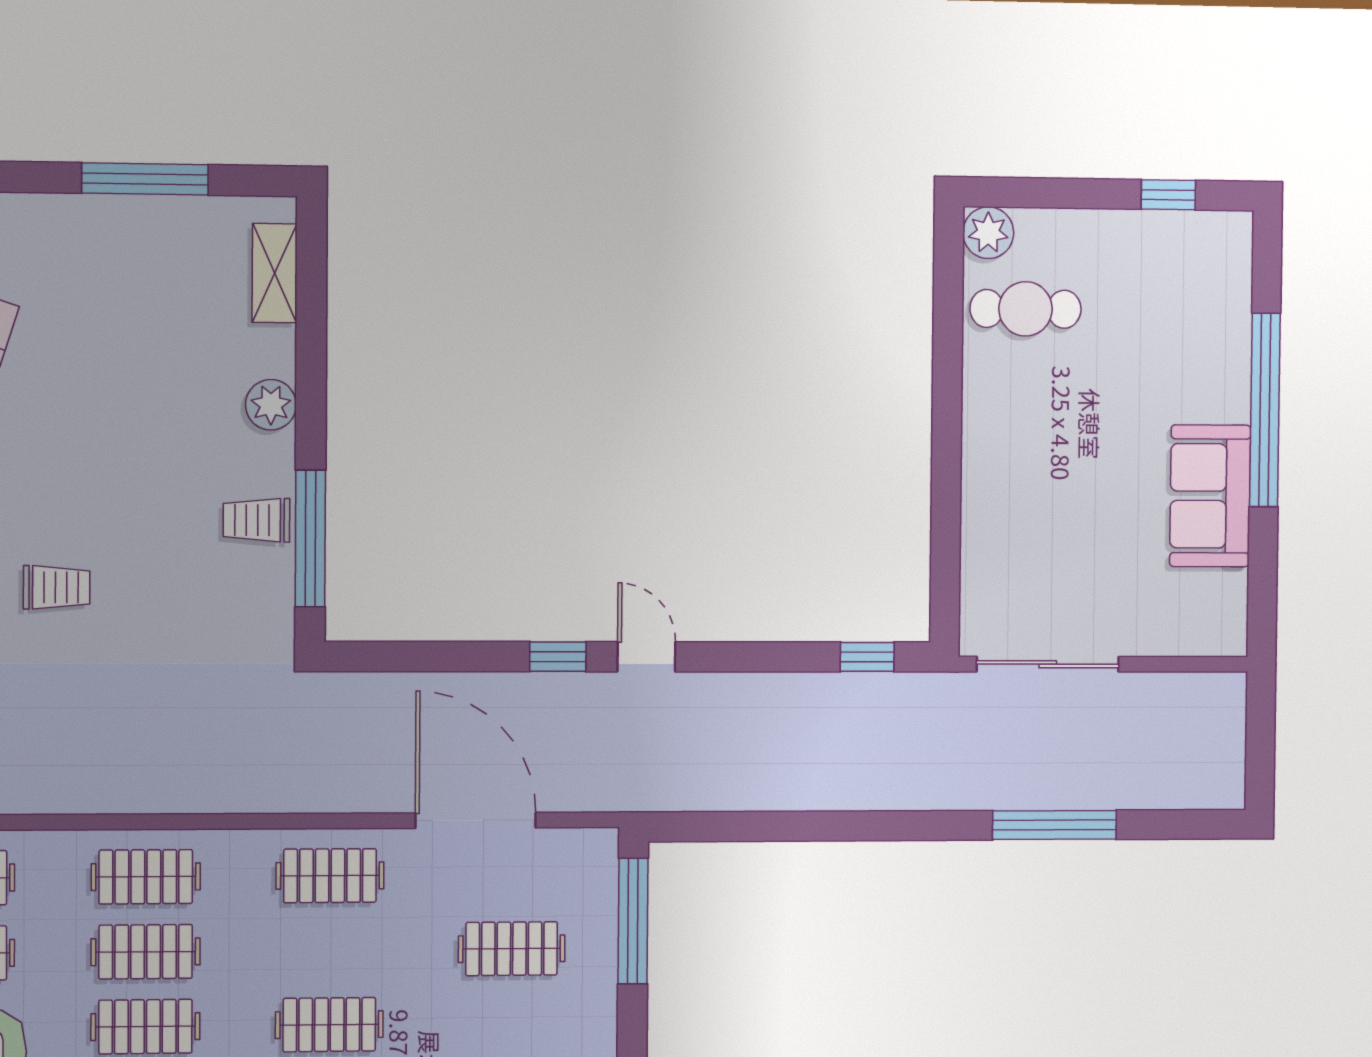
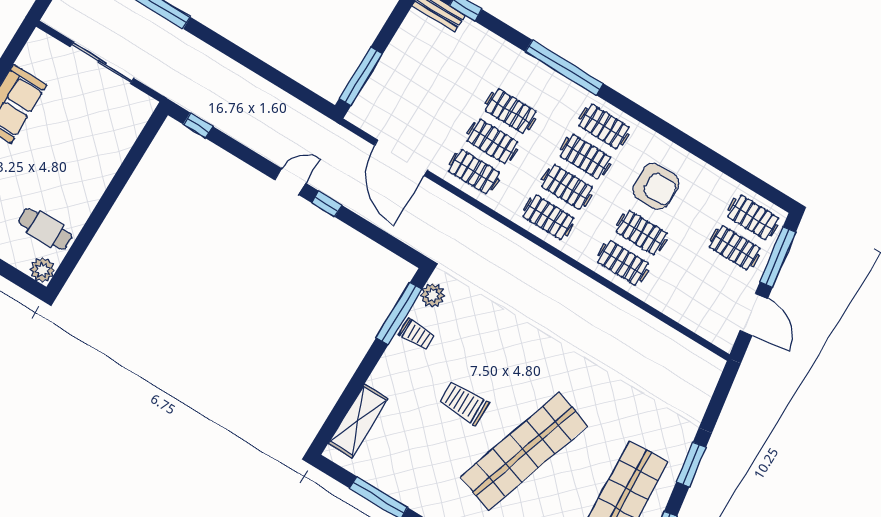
shelving: (275, 273) -> (358, 421), width x1.50, depth x1.33
plant: (271, 405) -> (433, 295), moved
trolley: (57, 587) -> (464, 403), moved, width x1.36, depth x1.39
door: (646, 657) -> (290, 182), swing flipped
sliding door: (1048, 664) -> (102, 63), moved
clothes rail: (512, 949) -> (492, 141), moved

